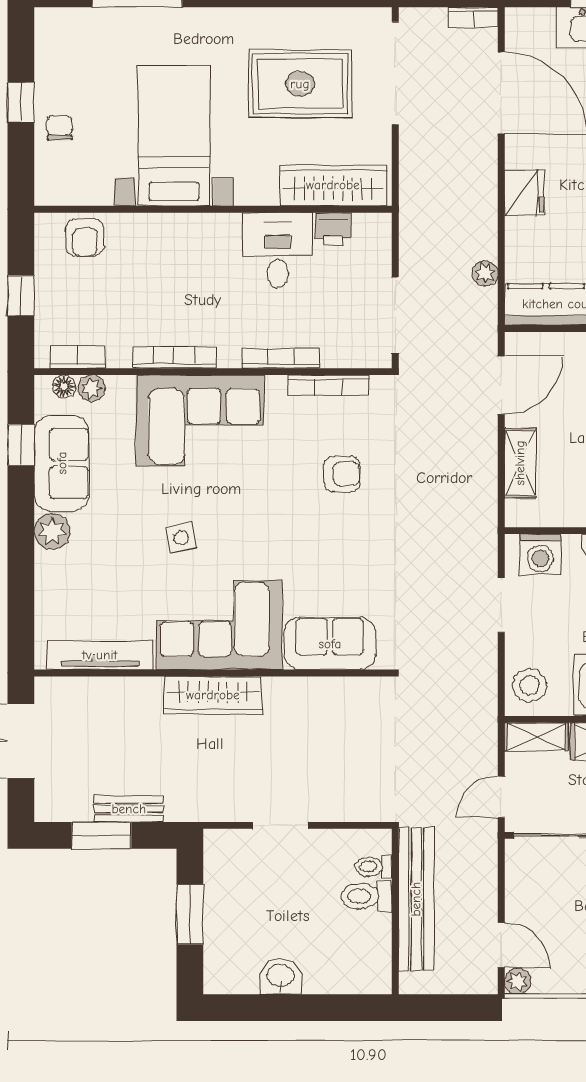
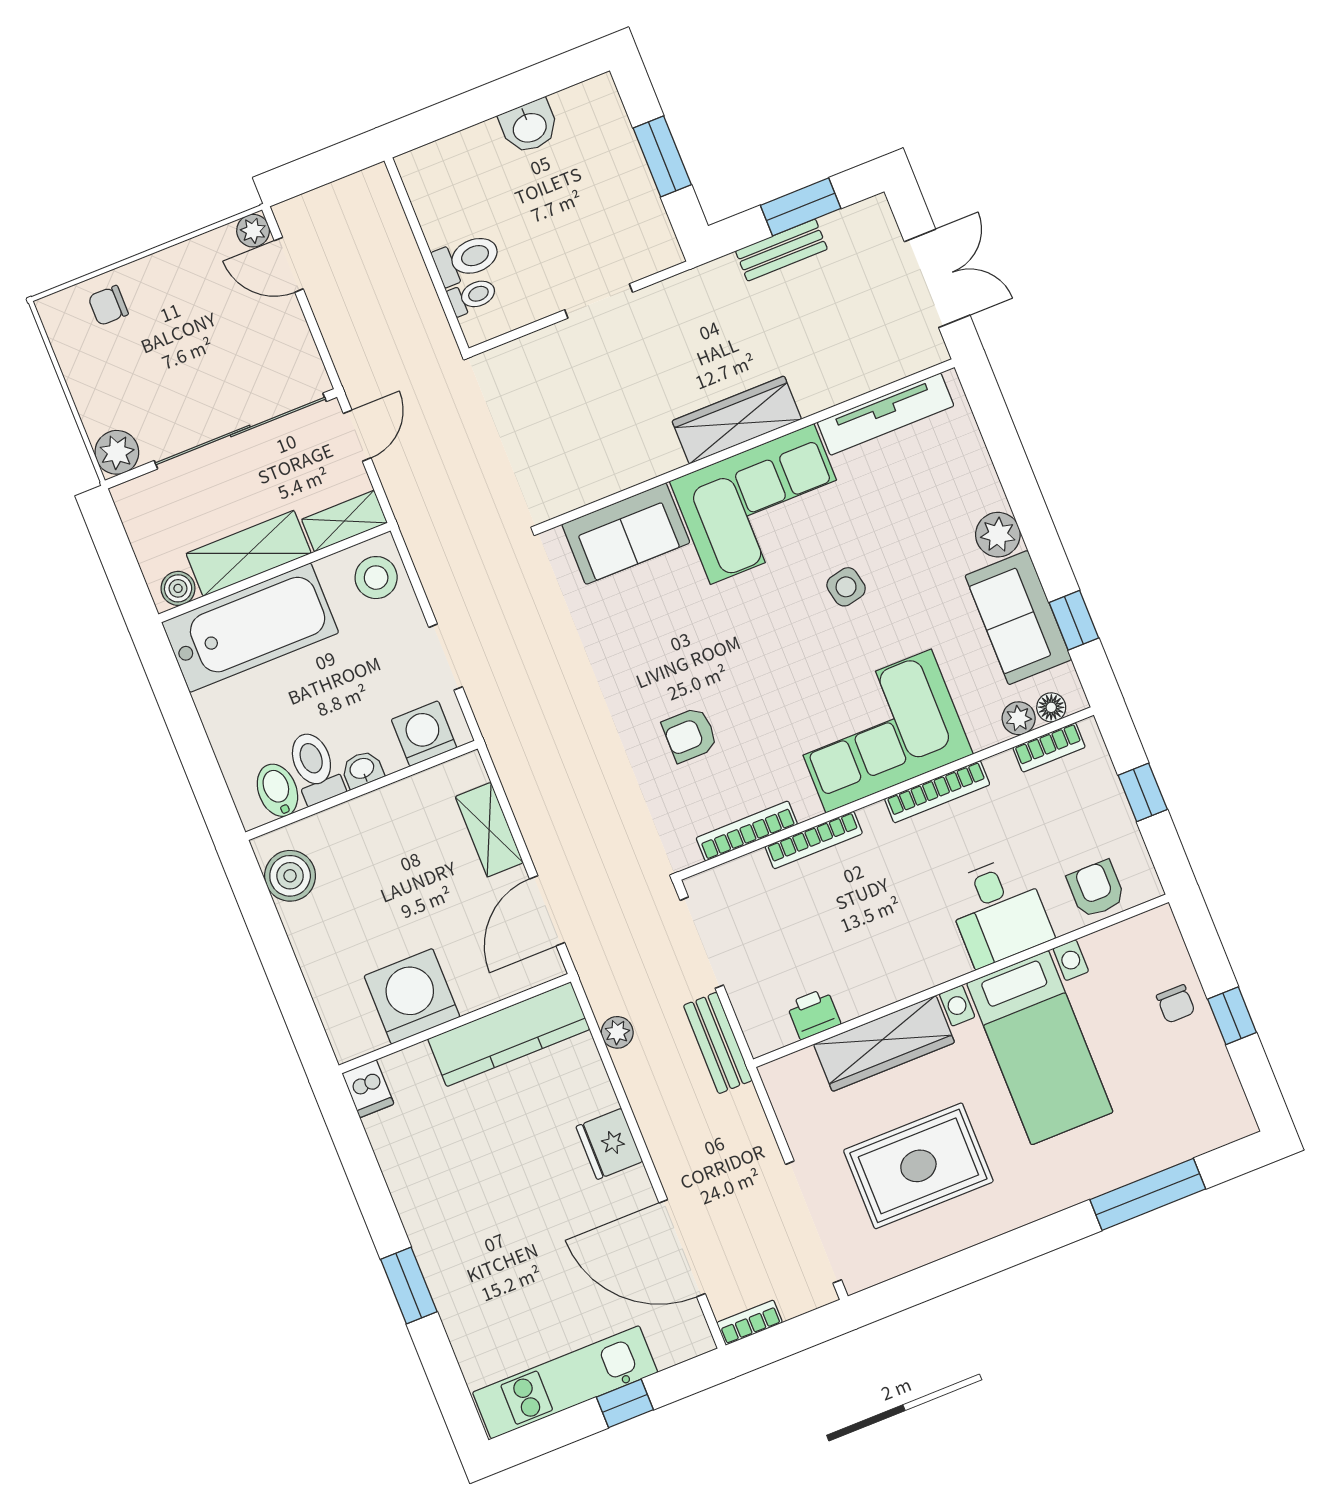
wardrobe: (333, 185) -> (884, 1043), moved
desk: (278, 250) -> (998, 911), moved
bench: (416, 899) -> (718, 1043), moved, width x0.54, depth x0.82

